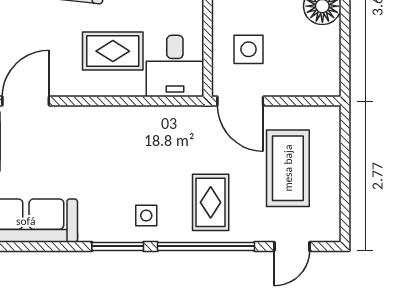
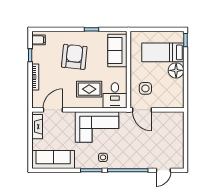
corner sofa: (132, 142) -> (97, 127), added
coffee table: (288, 168) -> (162, 138), removed
rug: (211, 202) -> (130, 152), removed

